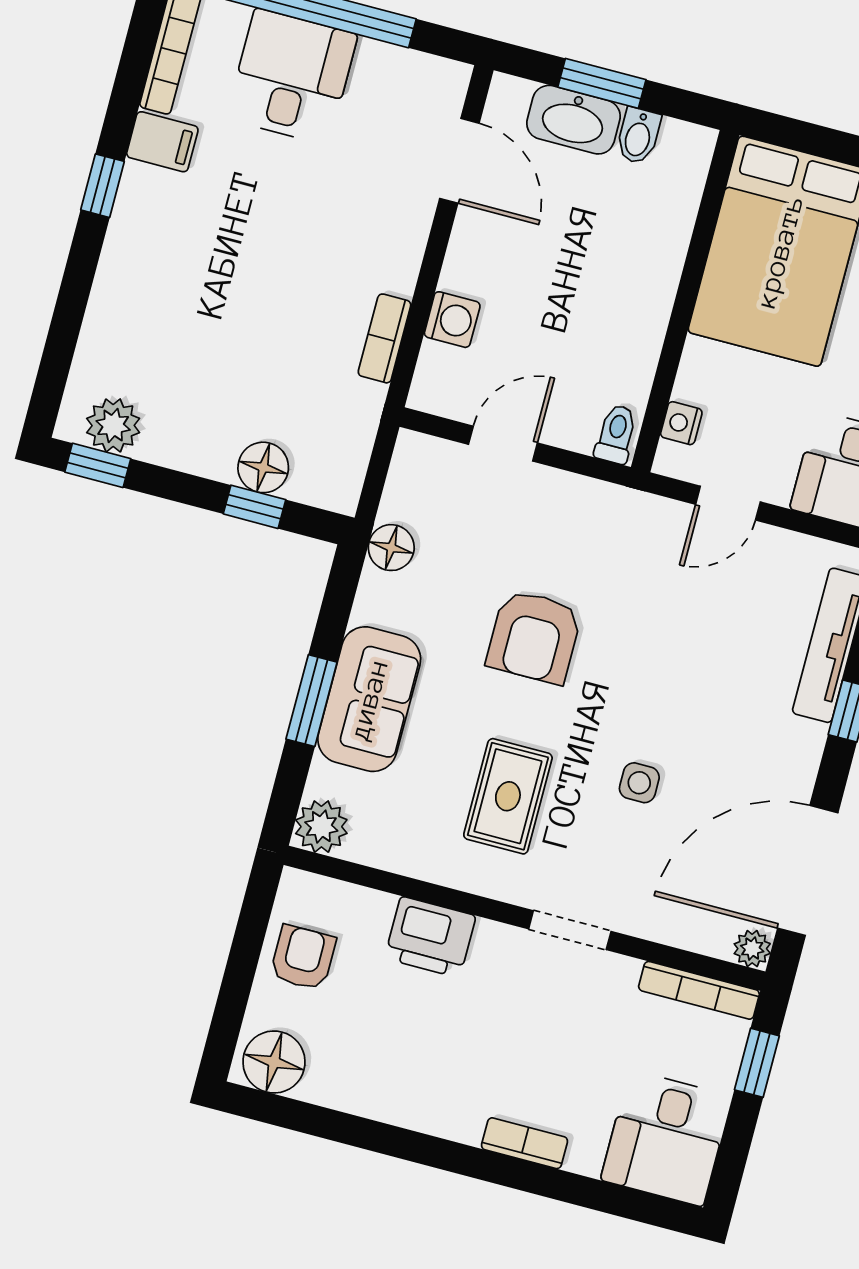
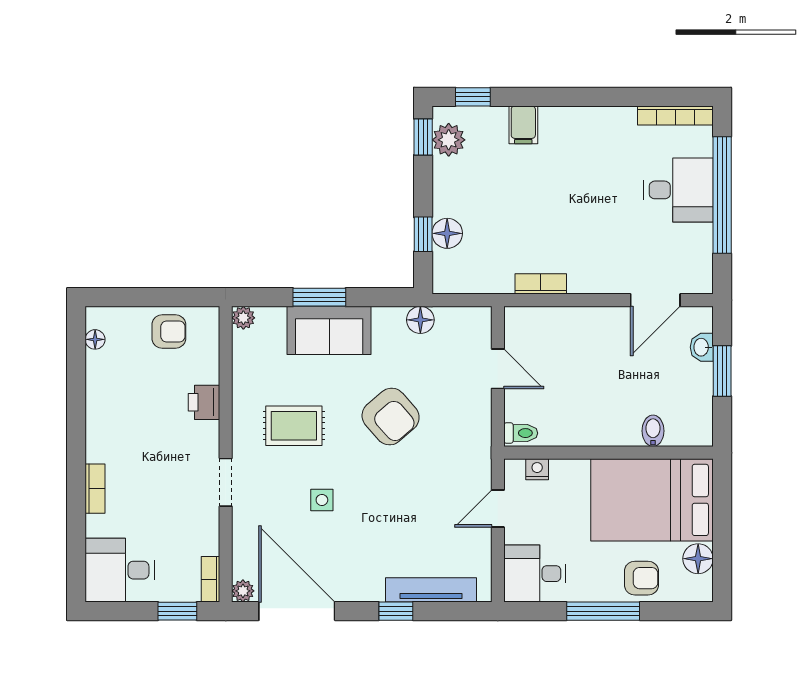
washbasin: (573, 120) -> (702, 347), width x0.52, depth x0.69
bidet: (638, 136) -> (653, 431), moved, turned 90
filing cabinet: (162, 142) -> (523, 125), moved
window: (102, 186) -> (473, 97), moved
washing machine: (452, 320) -> (562, 320), removed
door: (728, 503) -> (498, 509), hinge flipped
armchair: (534, 637) -> (391, 417), turned -131
plant: (321, 827) -> (243, 318), width x0.73, depth x0.73
printer: (430, 937) -> (204, 402), width x0.73, depth x0.81
bookcase: (699, 990) -> (211, 579), width x0.64
floor lamp: (274, 1062) -> (95, 339), width x0.53, depth x0.53

